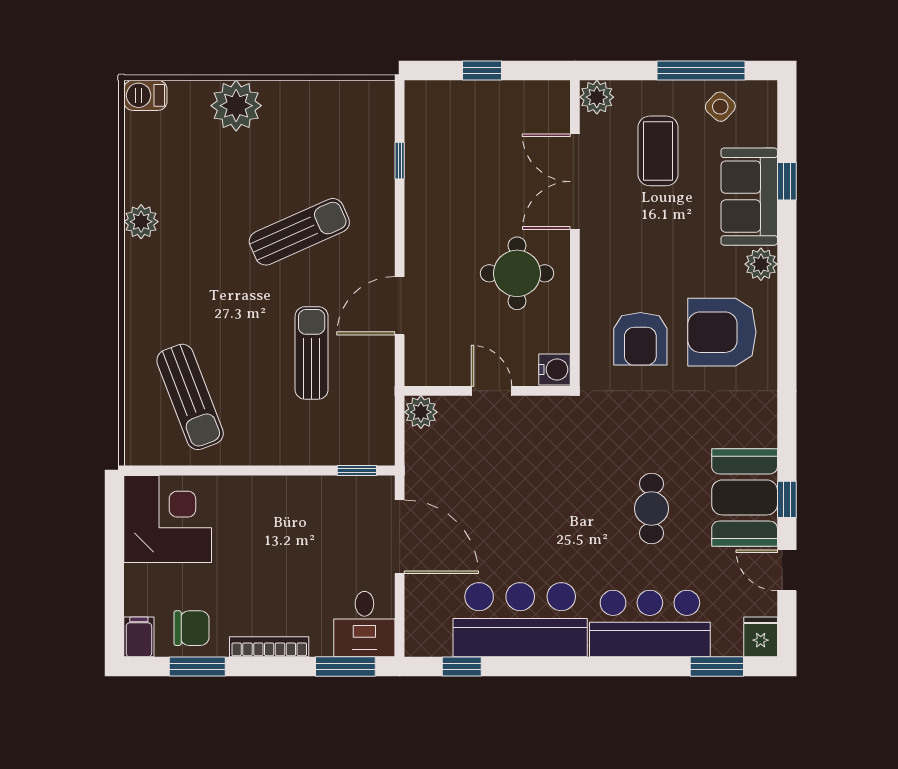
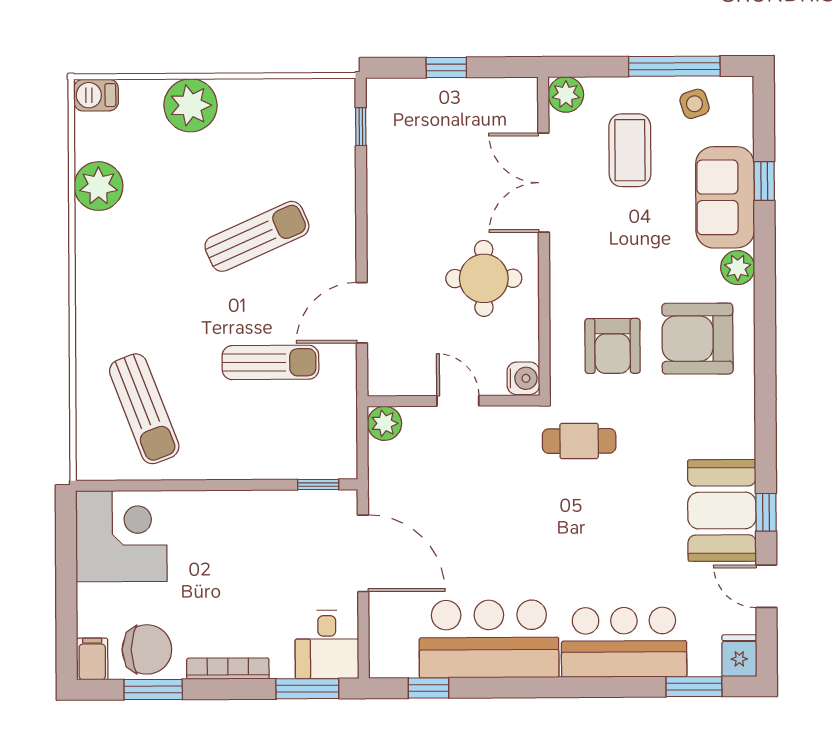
side table: (720, 107) -> (695, 104), turned 30
window: (400, 161) -> (361, 127), moved
plant: (141, 222) -> (99, 186), moved, width x1.36, depth x1.36
sun lounger: (312, 353) -> (270, 362), turned 90
cafe table: (652, 508) -> (579, 441), moved, turned 90
chair: (192, 628) -> (147, 649), width x1.37, depth x1.37

